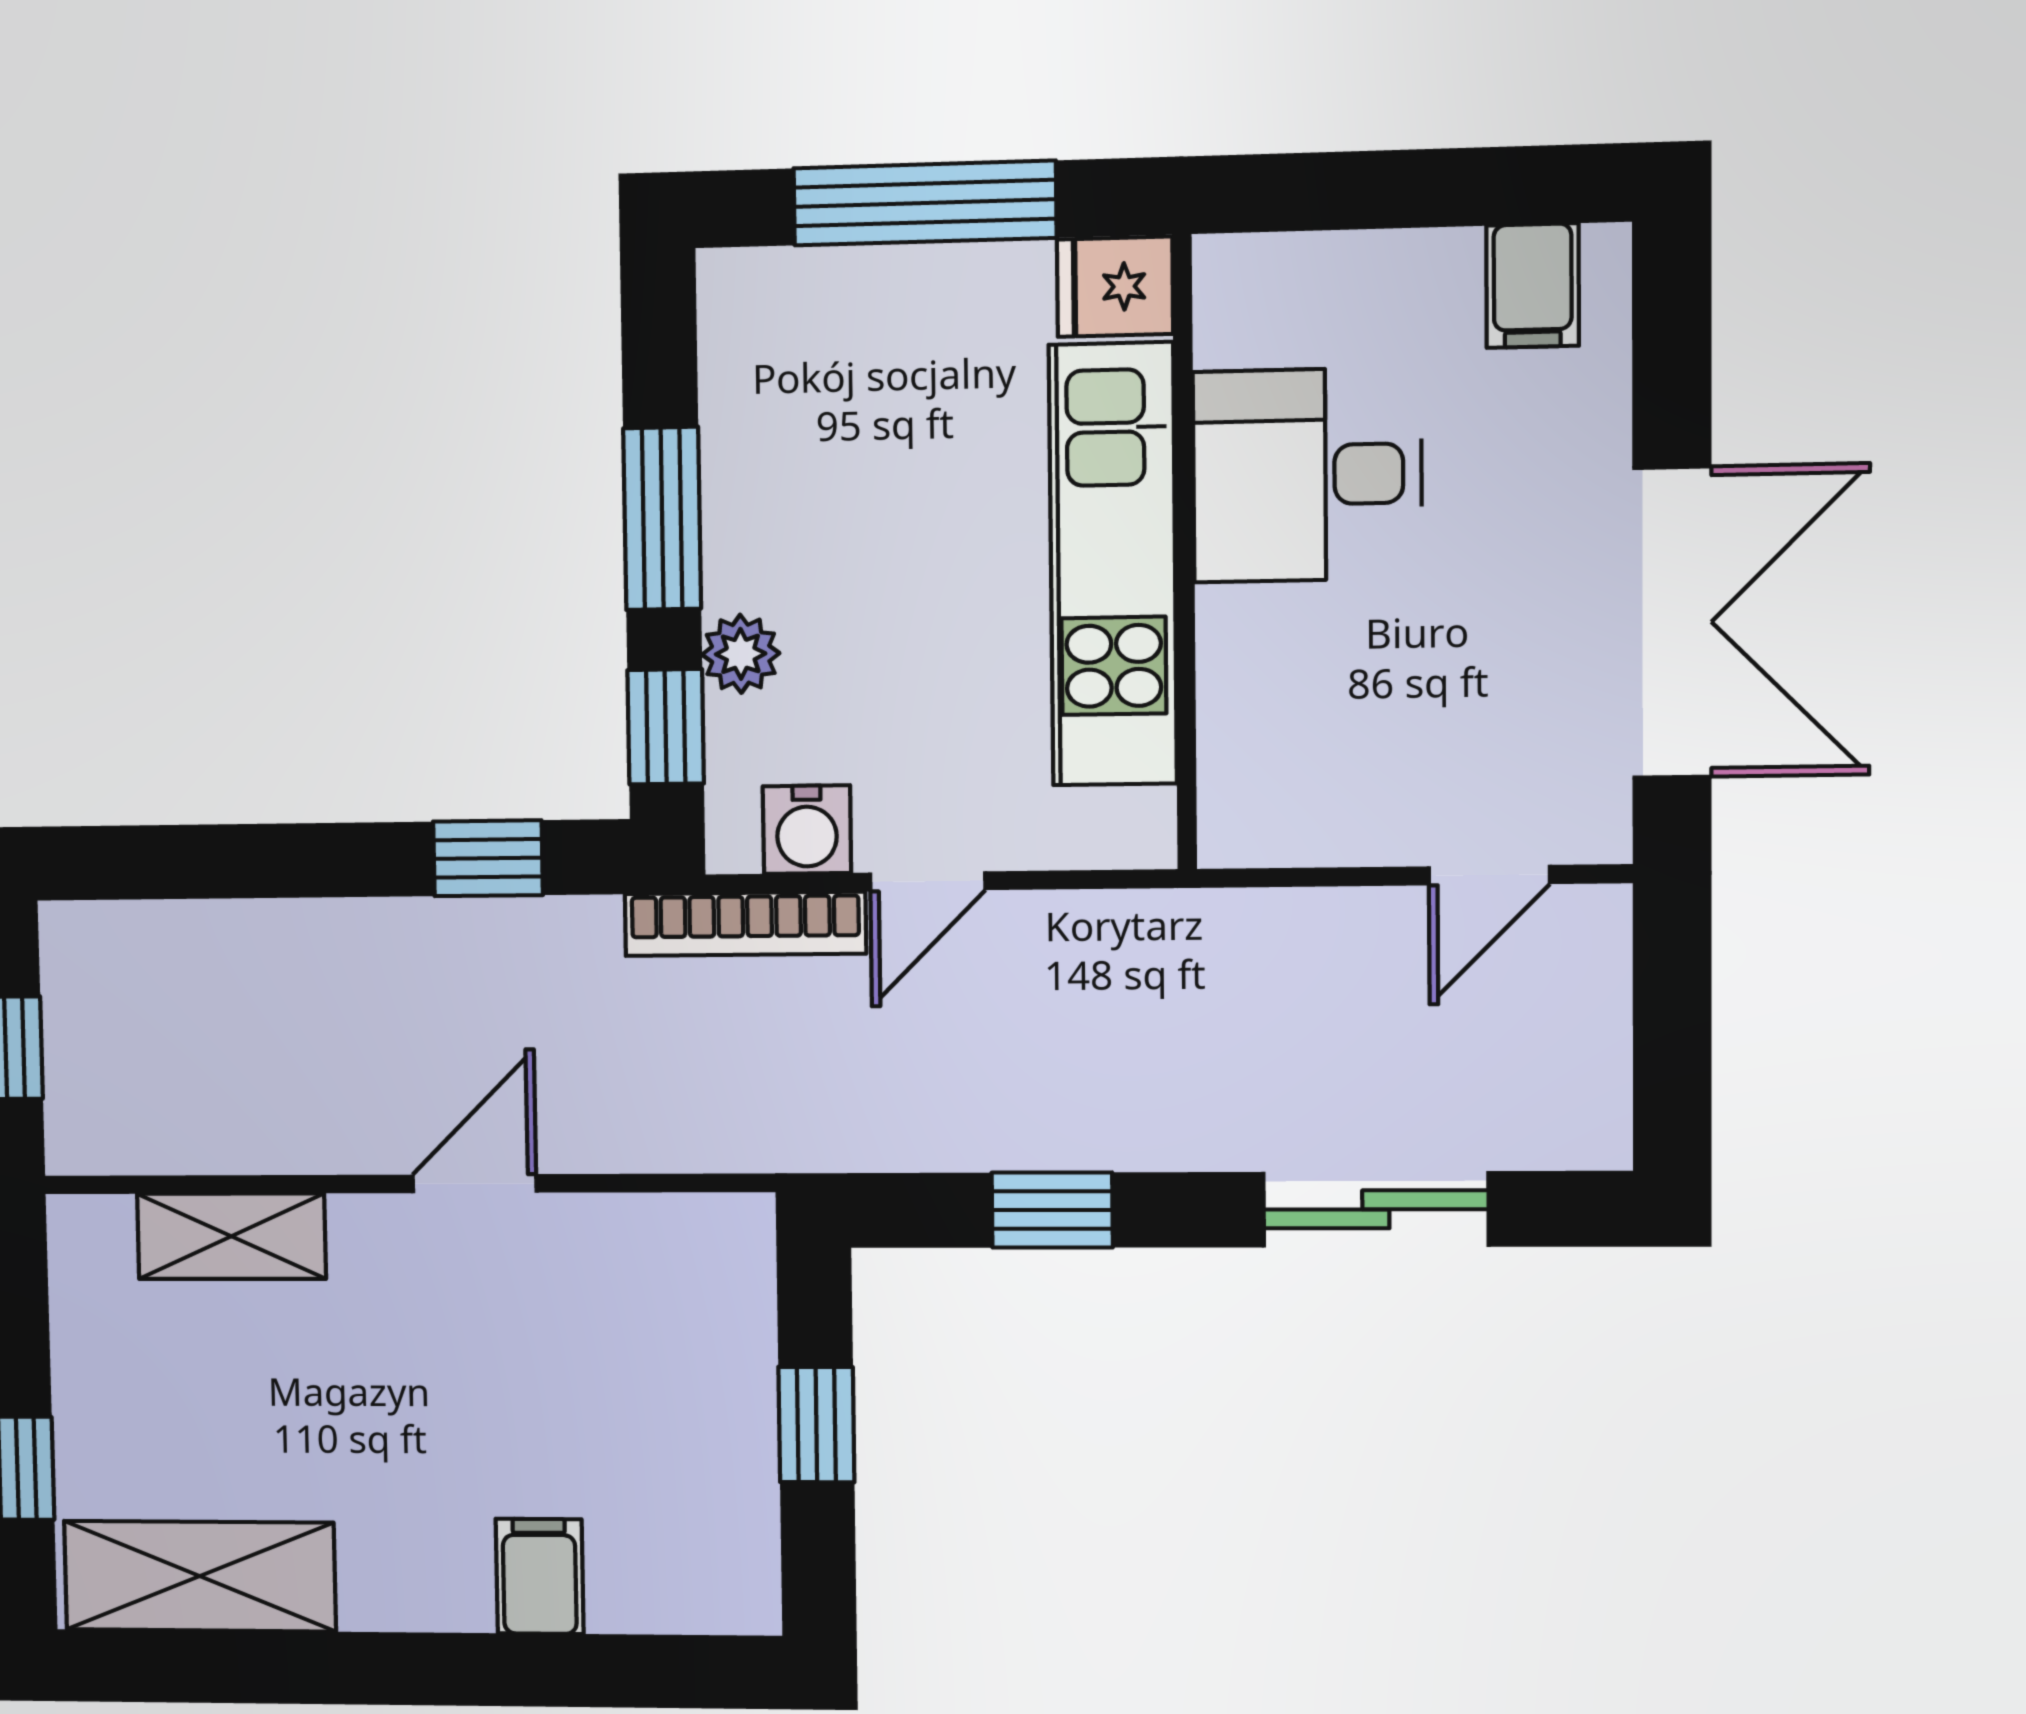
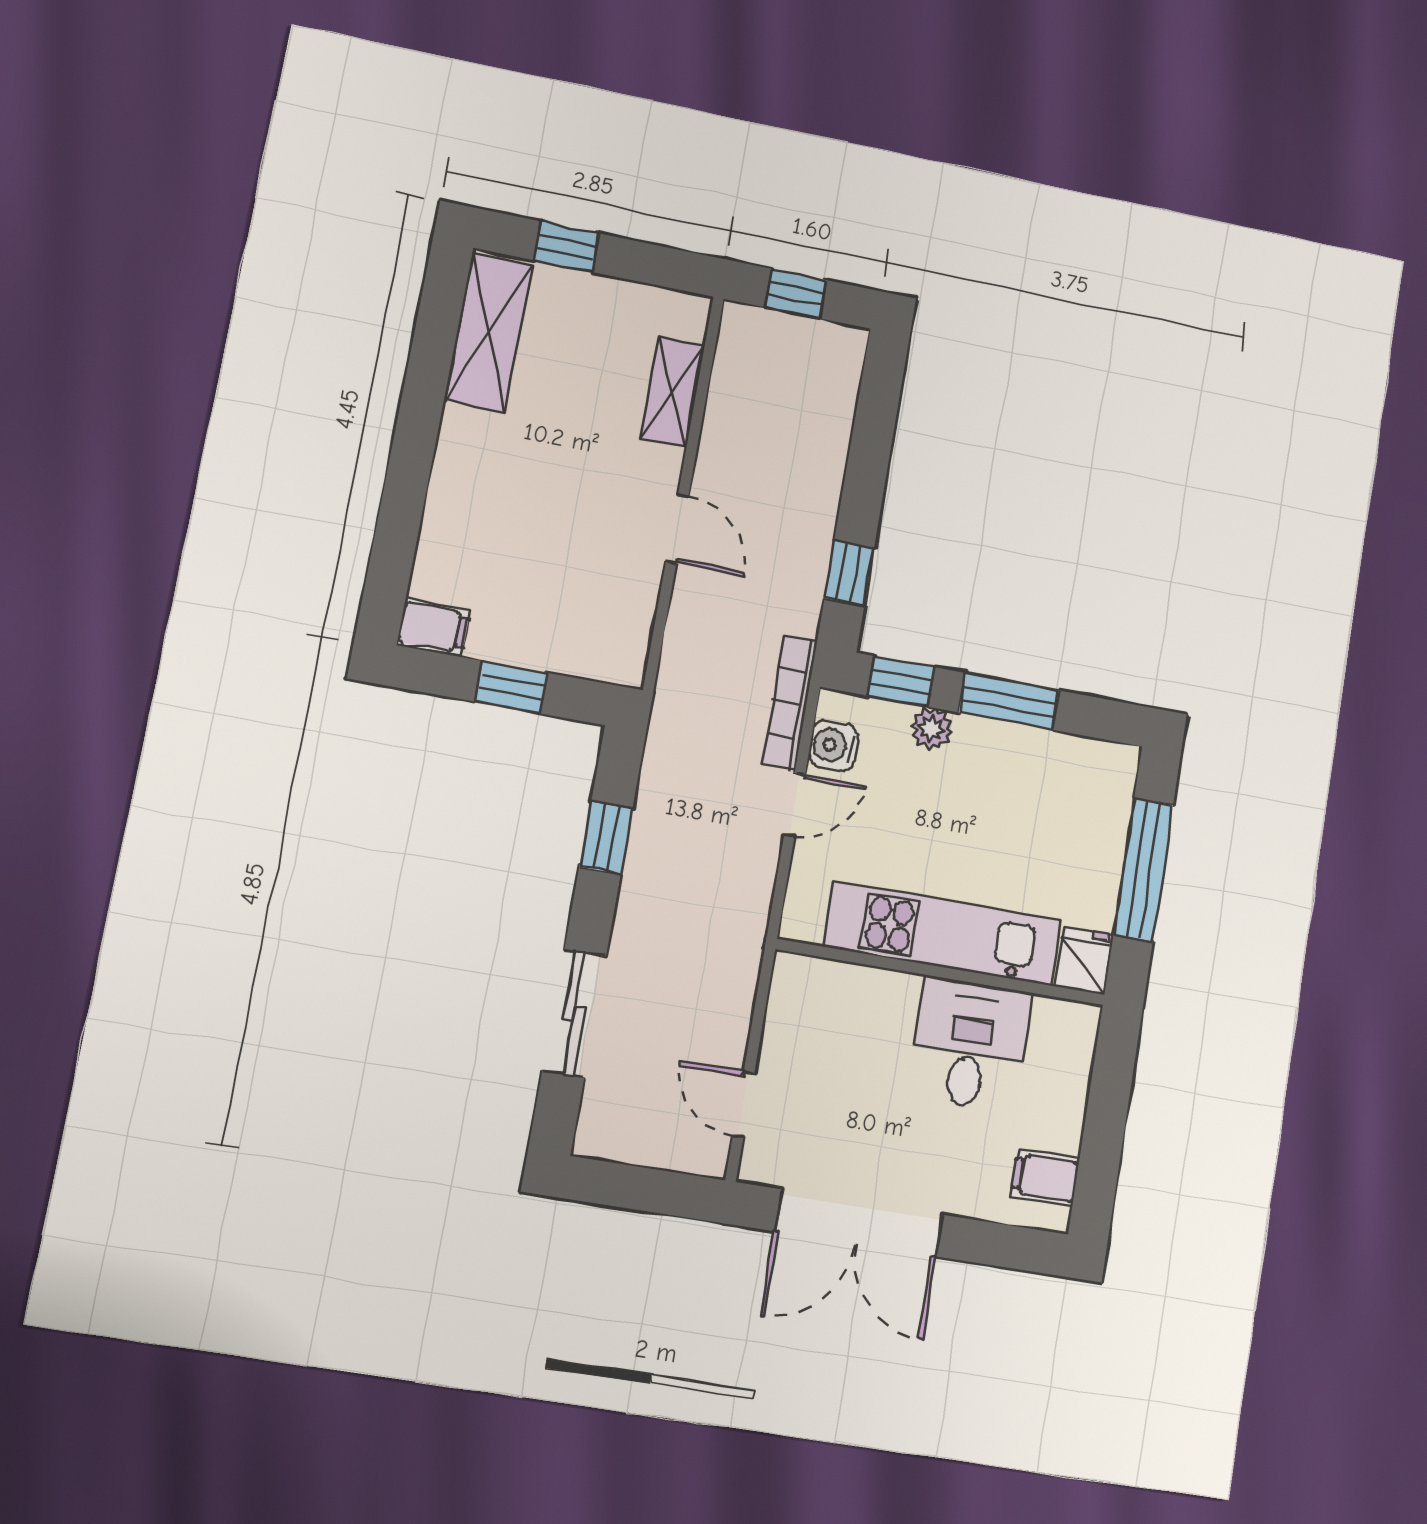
door: (928, 881) -> (795, 804), swing flipped
filing cabinet: (540, 1576) -> (434, 627), moved

